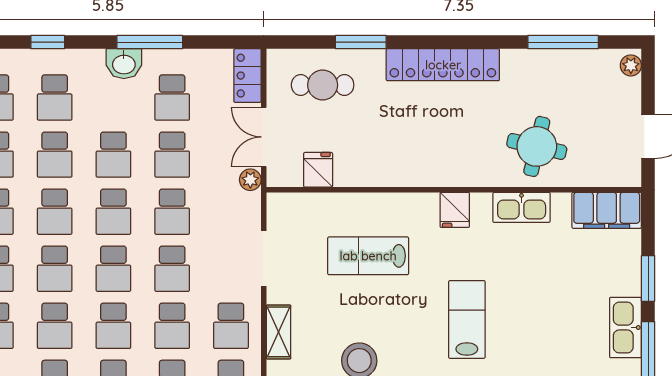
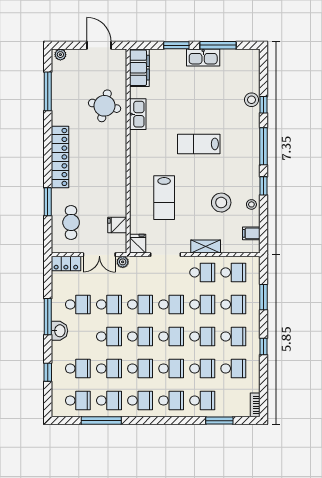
fridge: (455, 210) -> (138, 244), moved, turned -90

